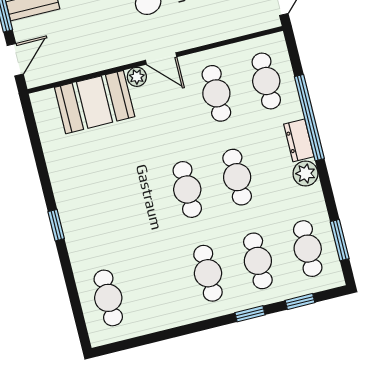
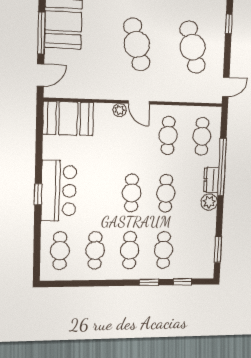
booth: (95, 102) -> (68, 118), moved
bar counter: (83, 213) -> (59, 191), added
cafe table: (308, 249) -> (95, 250), moved

